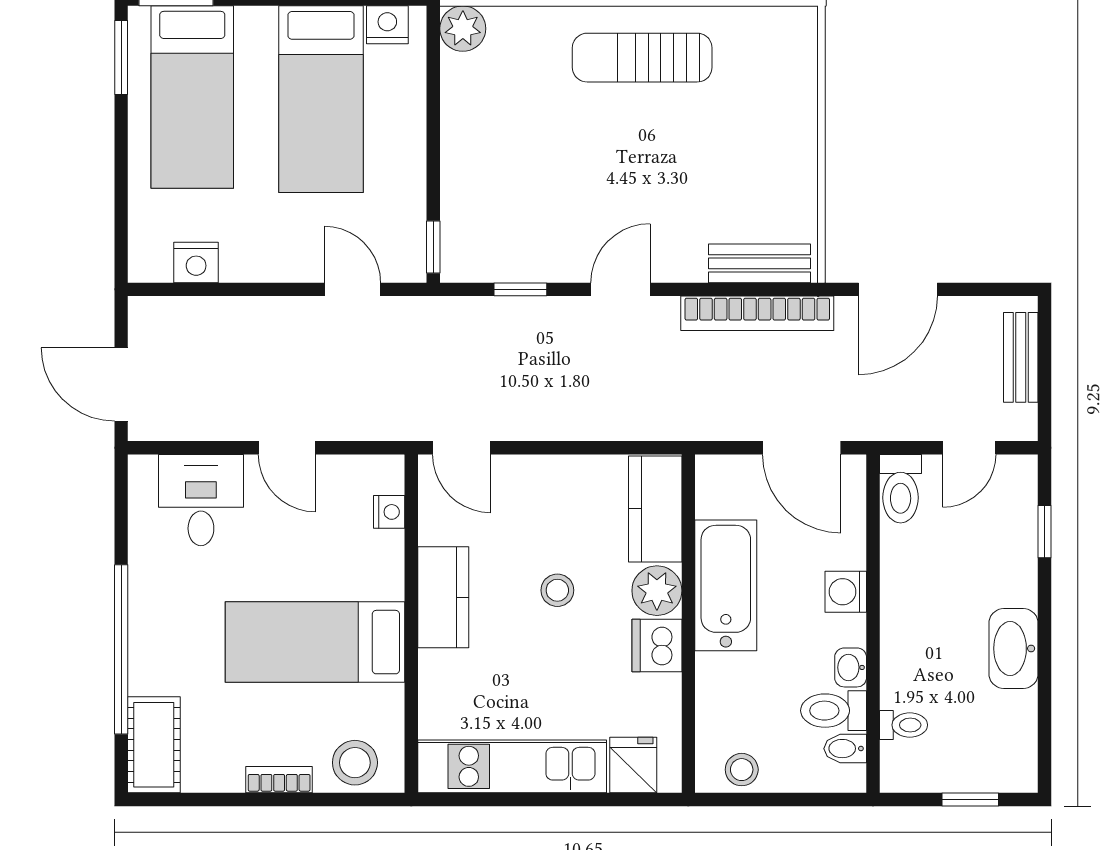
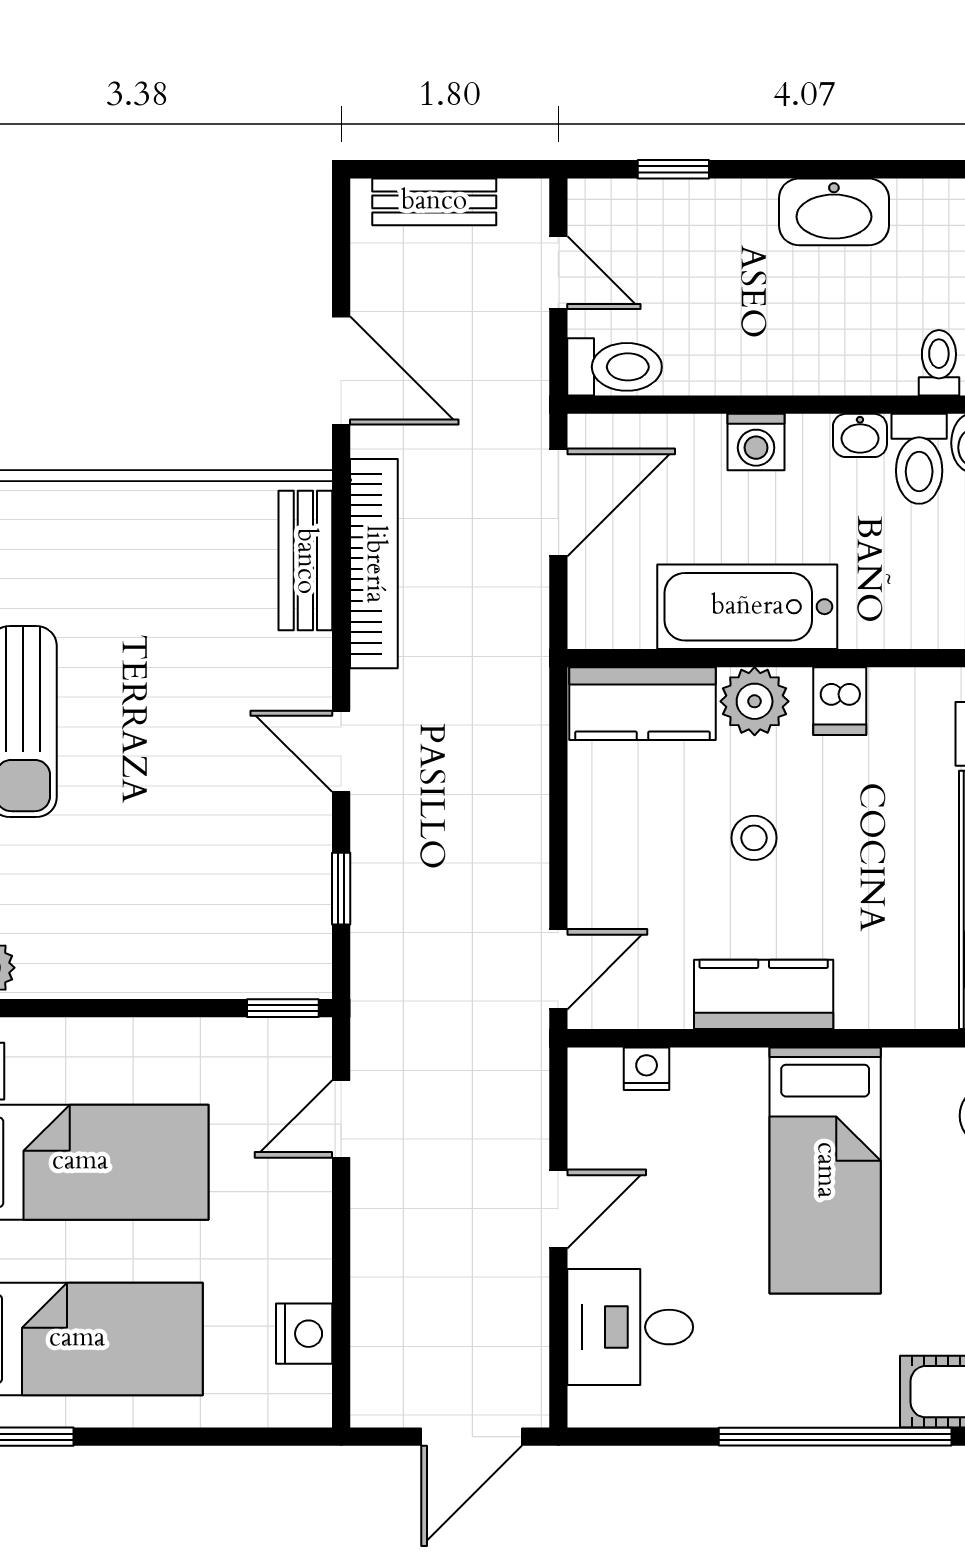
dishwasher: (657, 646) -> (840, 701), width x0.73

